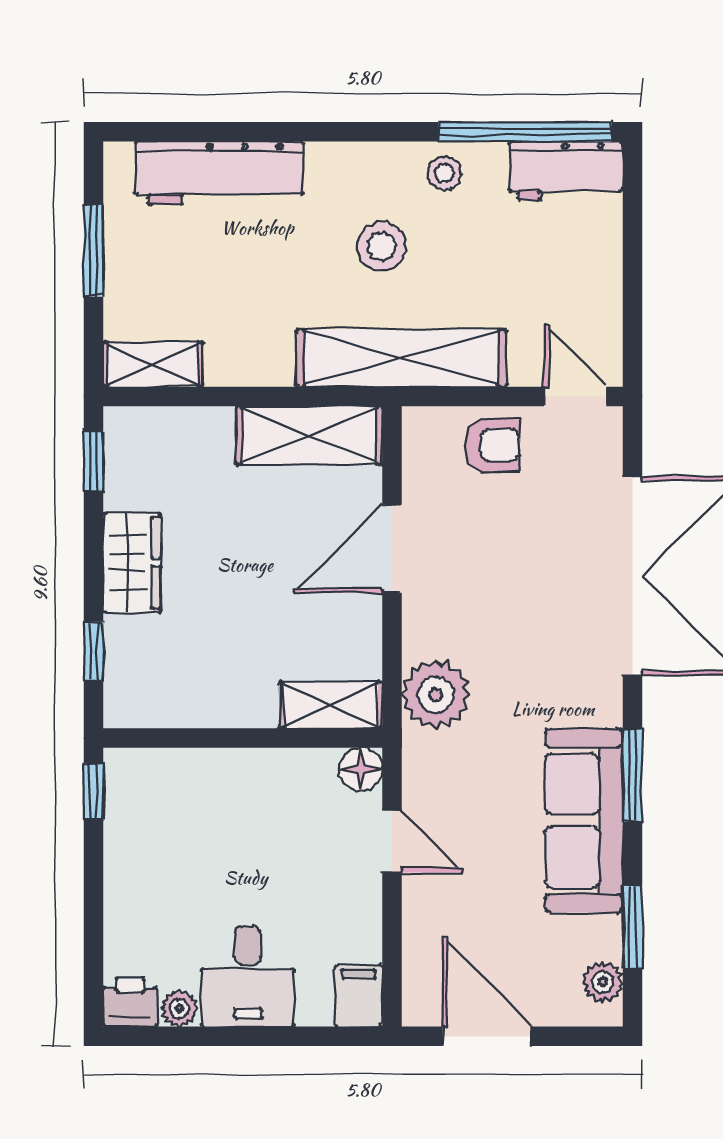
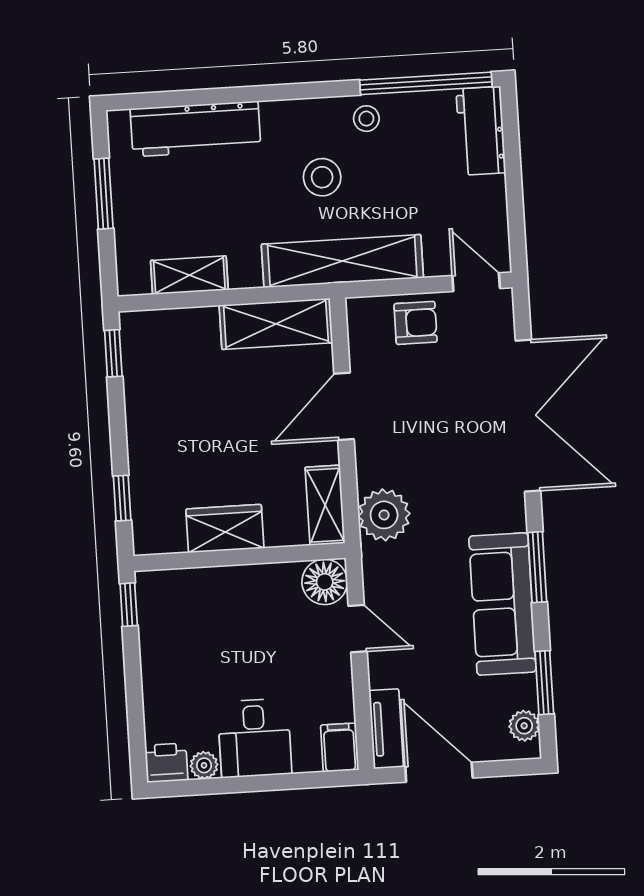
workbench: (566, 171) -> (481, 131), moved, turned 90
shelving: (153, 364) -> (189, 275), moved
wardrobe: (132, 563) -> (225, 529), moved, turned -90
shelving: (331, 705) -> (325, 505), moved, turned 90
floor lamp: (361, 769) -> (325, 582), width x1.38, depth x1.38
tv unit: (421, 975) -> (386, 729), added

